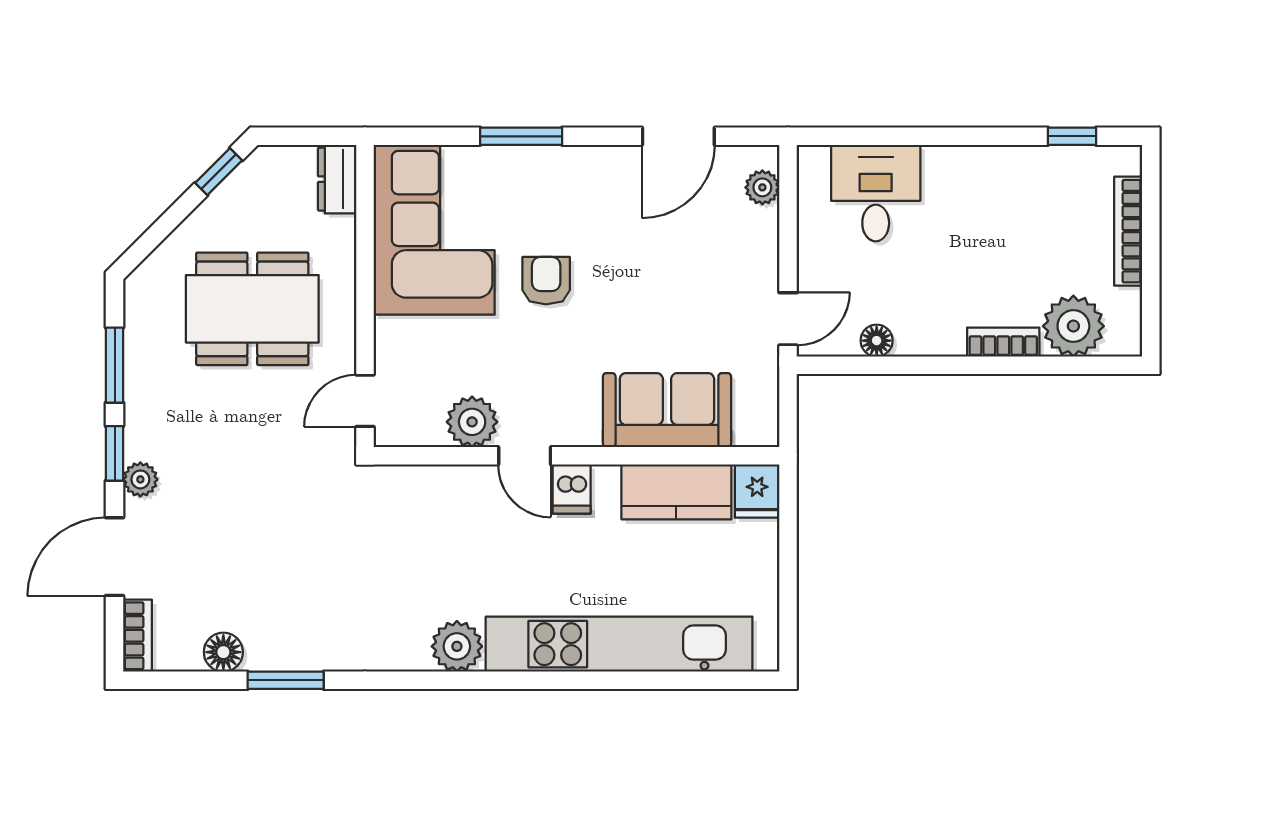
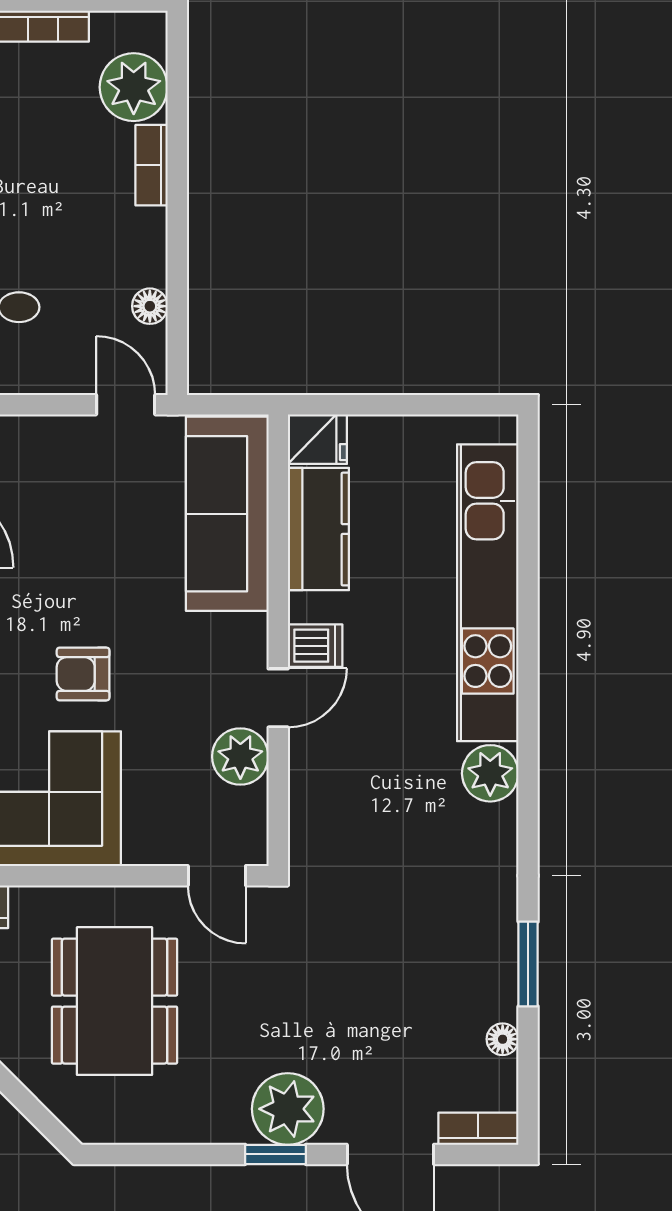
window: (115, 365) -> (177, 1154), removed
sofa: (667, 410) -> (227, 514), width x1.36
plant: (140, 479) -> (288, 1109), width x1.88, depth x1.88
floor lamp: (223, 652) -> (503, 1039), width x0.73, depth x0.73

